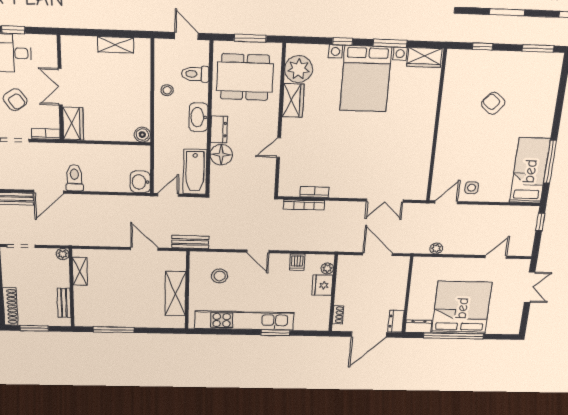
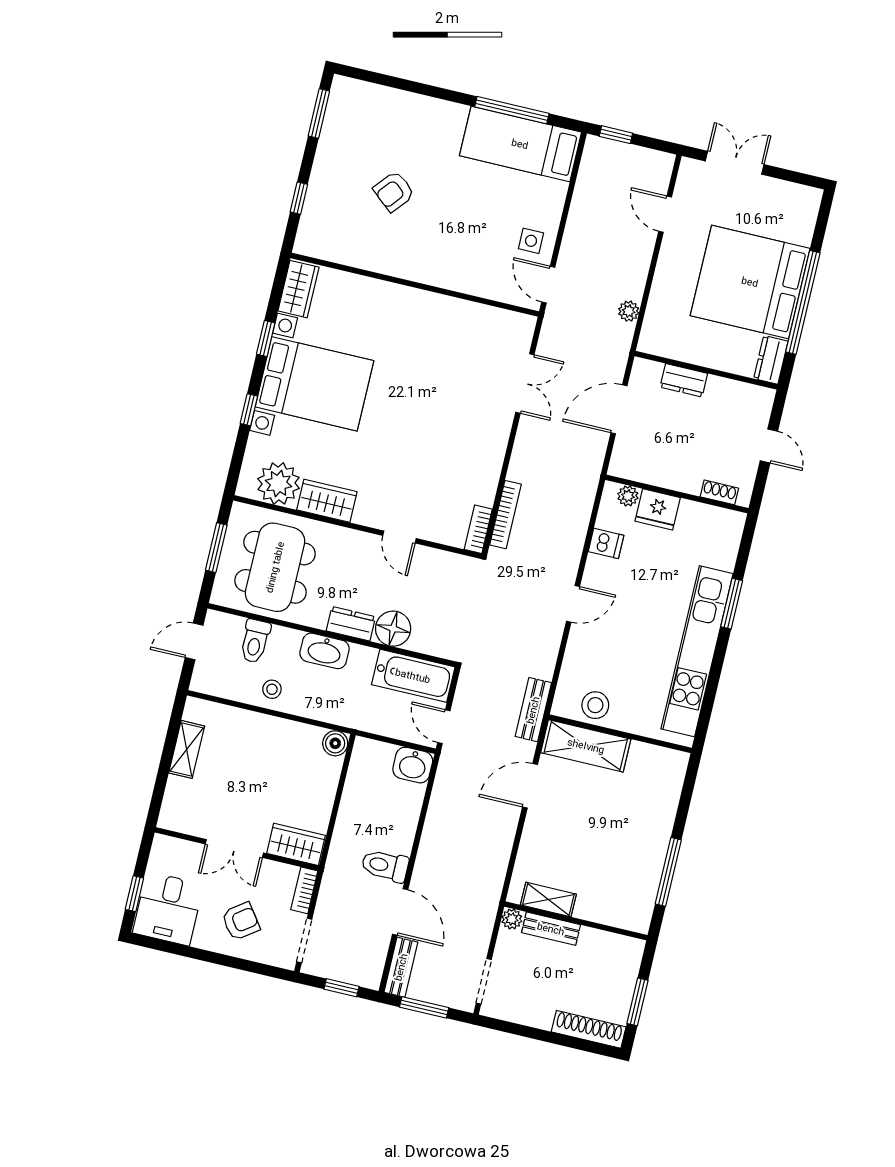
window: (390, 43) -> (266, 338), width x0.67
bookcase: (315, 192) -> (478, 529), moved
stool: (220, 276) -> (595, 705), moved
shelving: (175, 294) -> (586, 746), moved
bench: (64, 303) -> (551, 929), moved
dresser: (396, 321) -> (684, 380), moved
door: (369, 334) -> (769, 446), width x0.53

